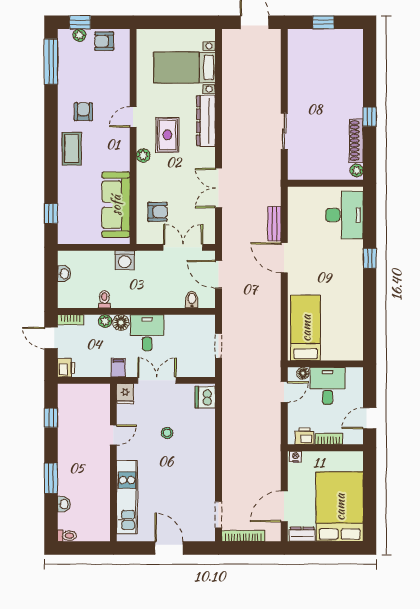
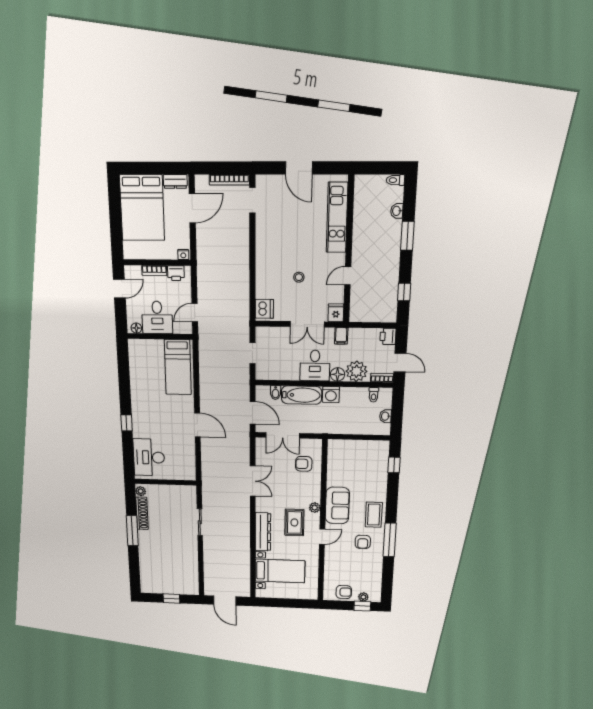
window: (51, 62) -> (390, 540), moved
window: (370, 117) -> (132, 531), width x2.17
sofa: (116, 205) -> (337, 505), moved, width x0.73
bench: (274, 224) -> (206, 452), removed
washing machine: (125, 260) -> (331, 395), moved, turned 180
bathtub: (162, 297) -> (301, 395), added
toilet: (104, 299) -> (374, 395), moved
plant: (105, 321) -> (357, 371), width x1.87, depth x1.87
floor lamp: (303, 373) -> (136, 328), moved

